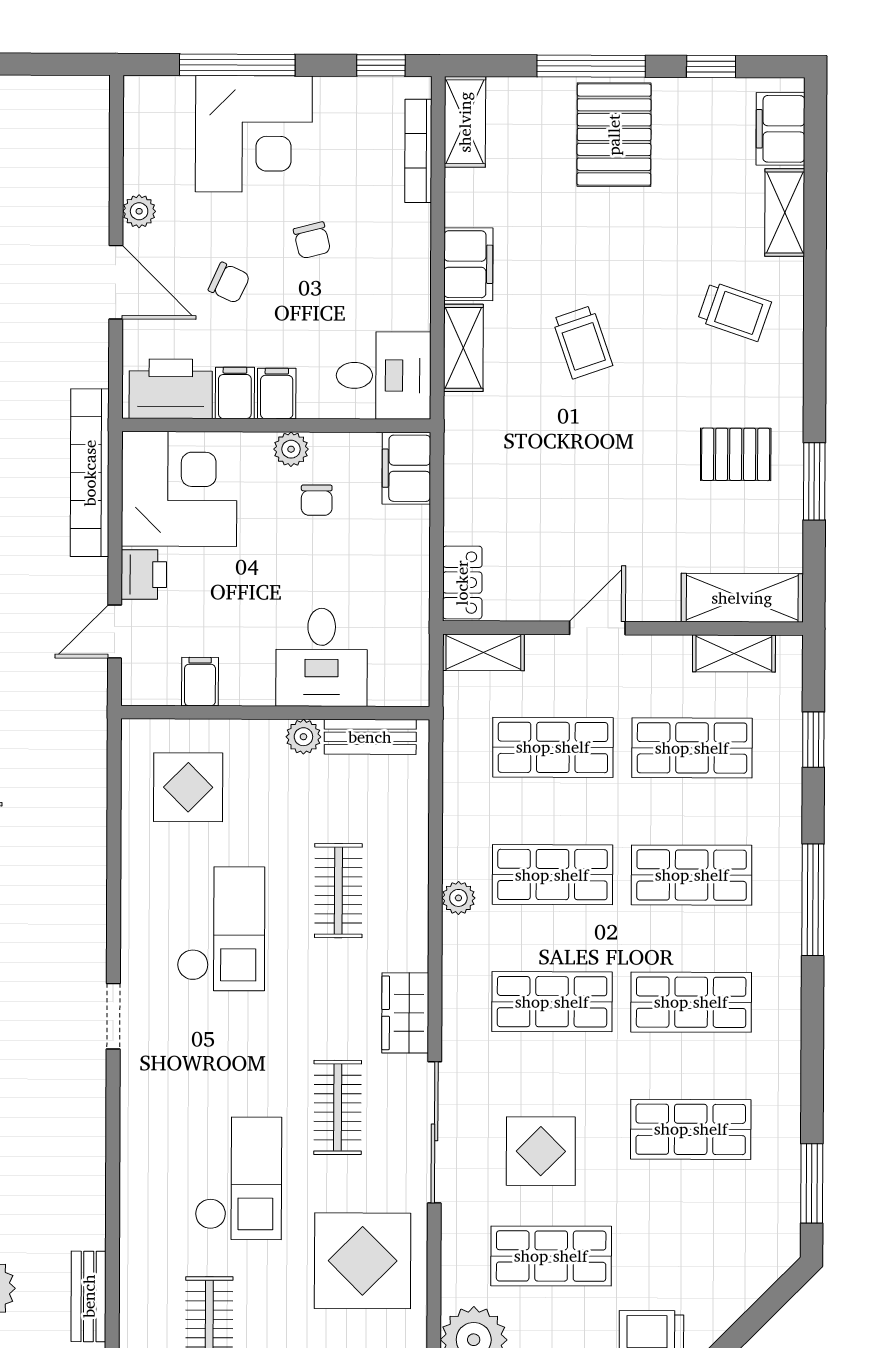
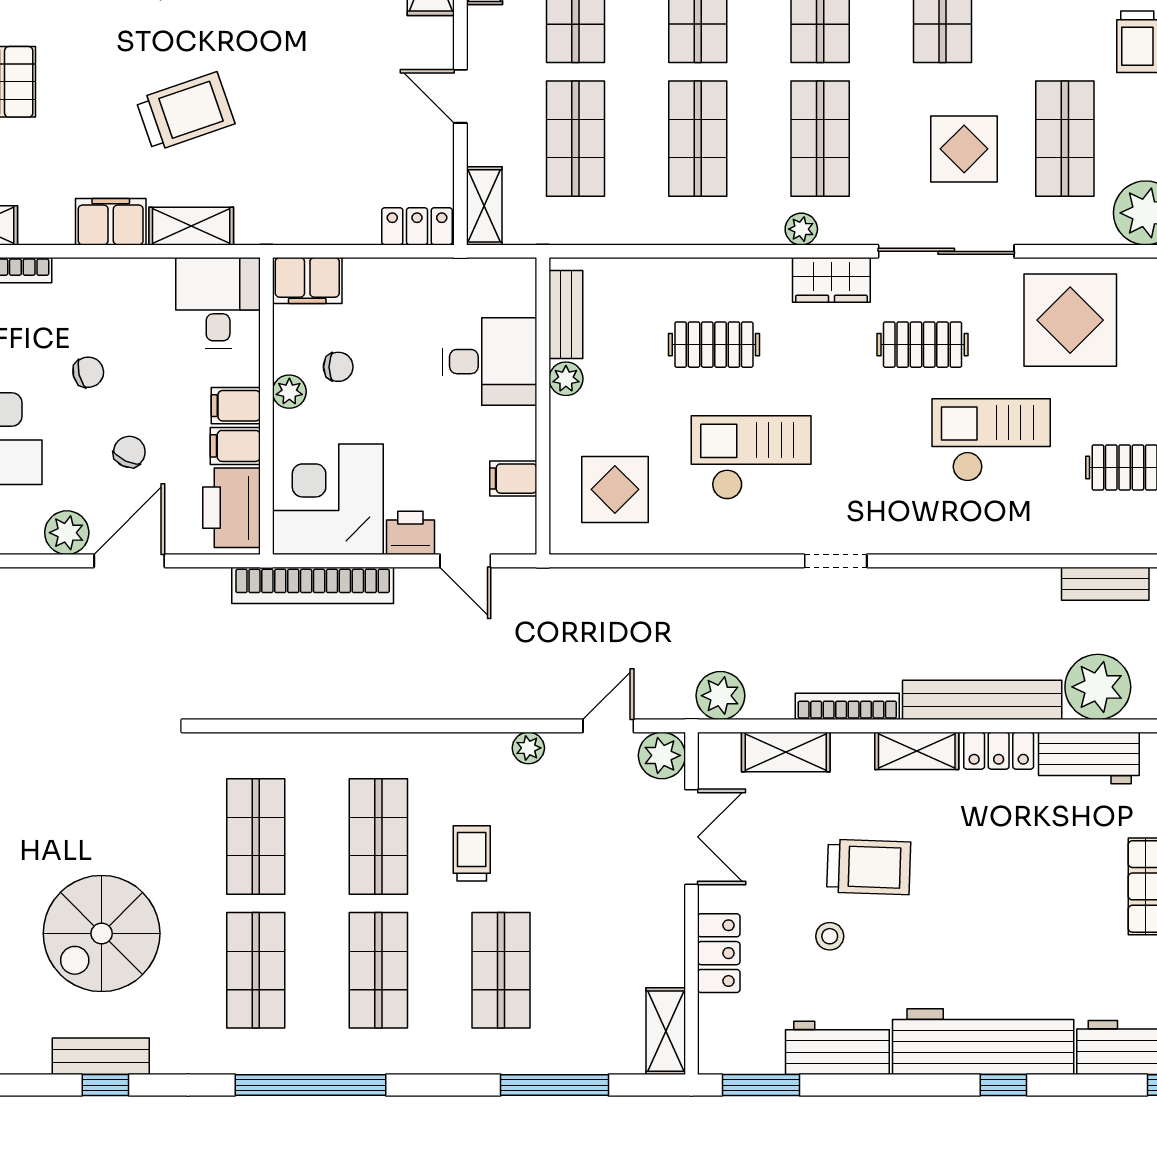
plant: (139, 211) -> (67, 533), width x1.38, depth x1.38
trolley: (582, 342) -> (185, 112), width x1.36, depth x1.39
plant: (458, 898) -> (801, 229), moved

